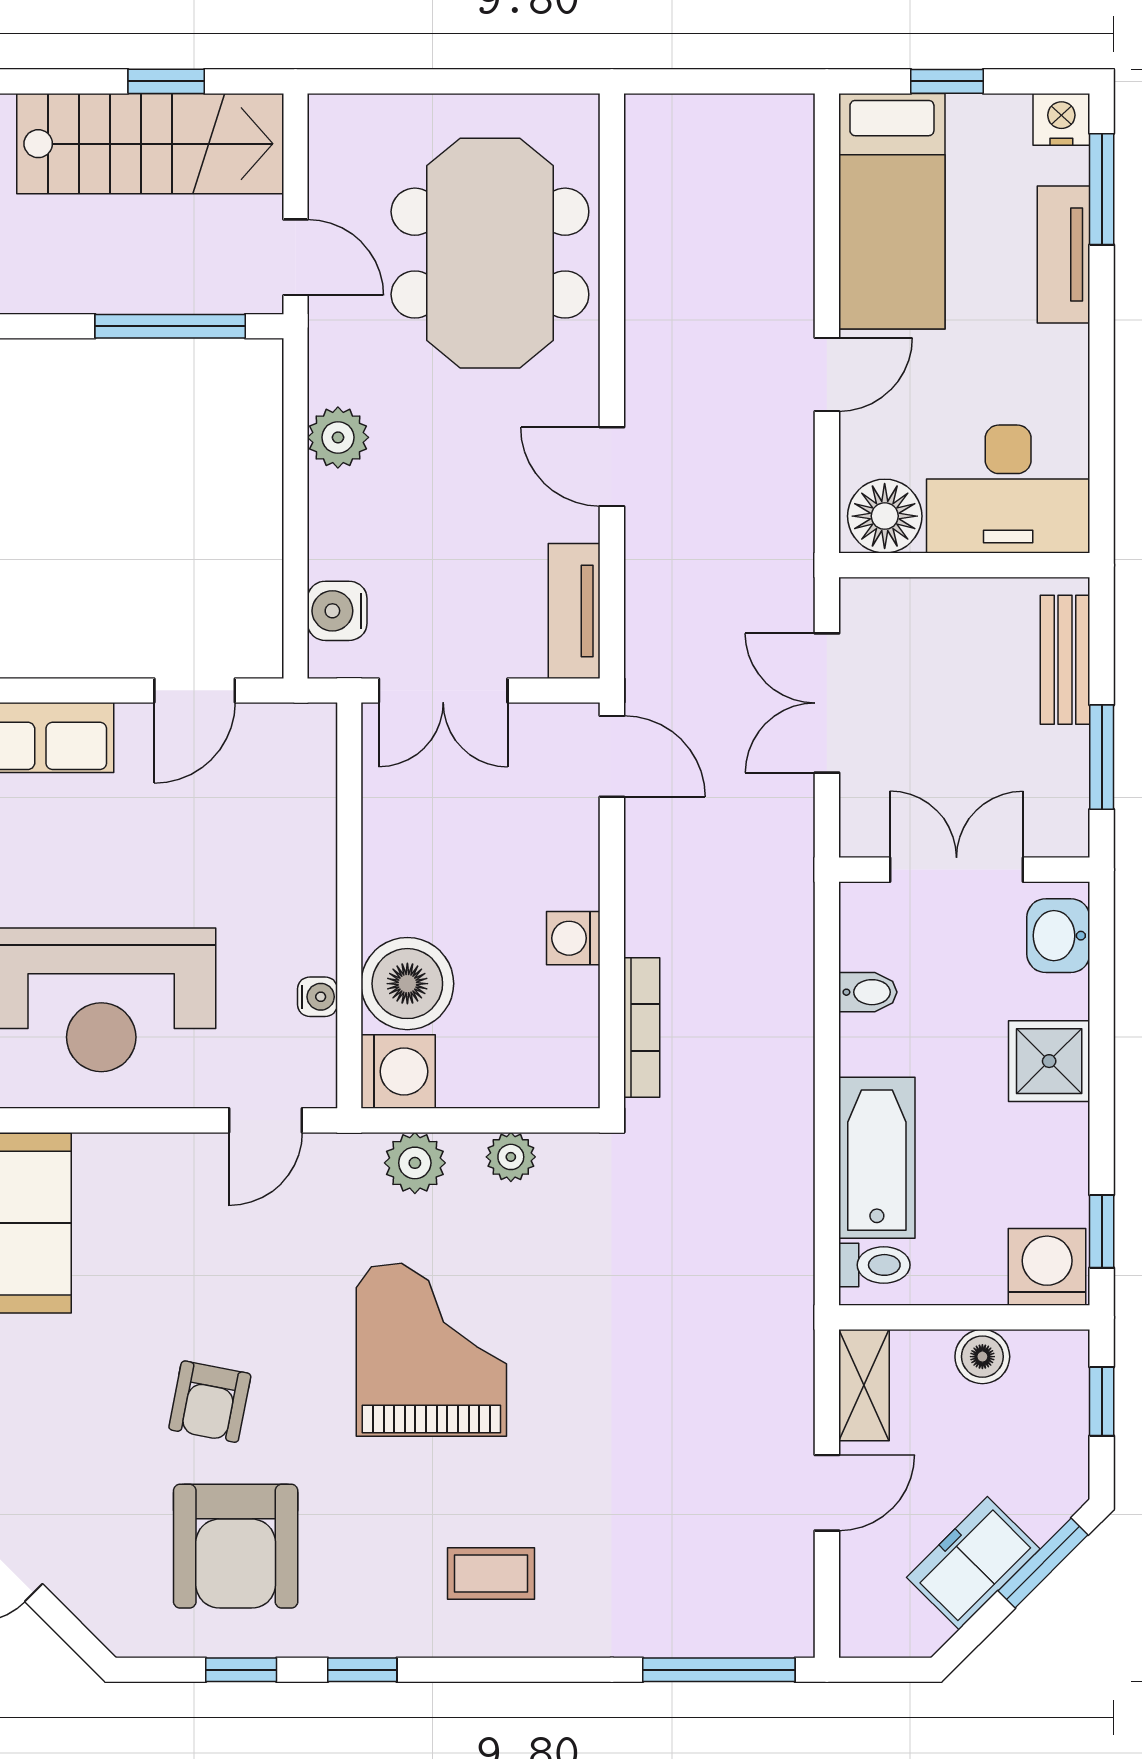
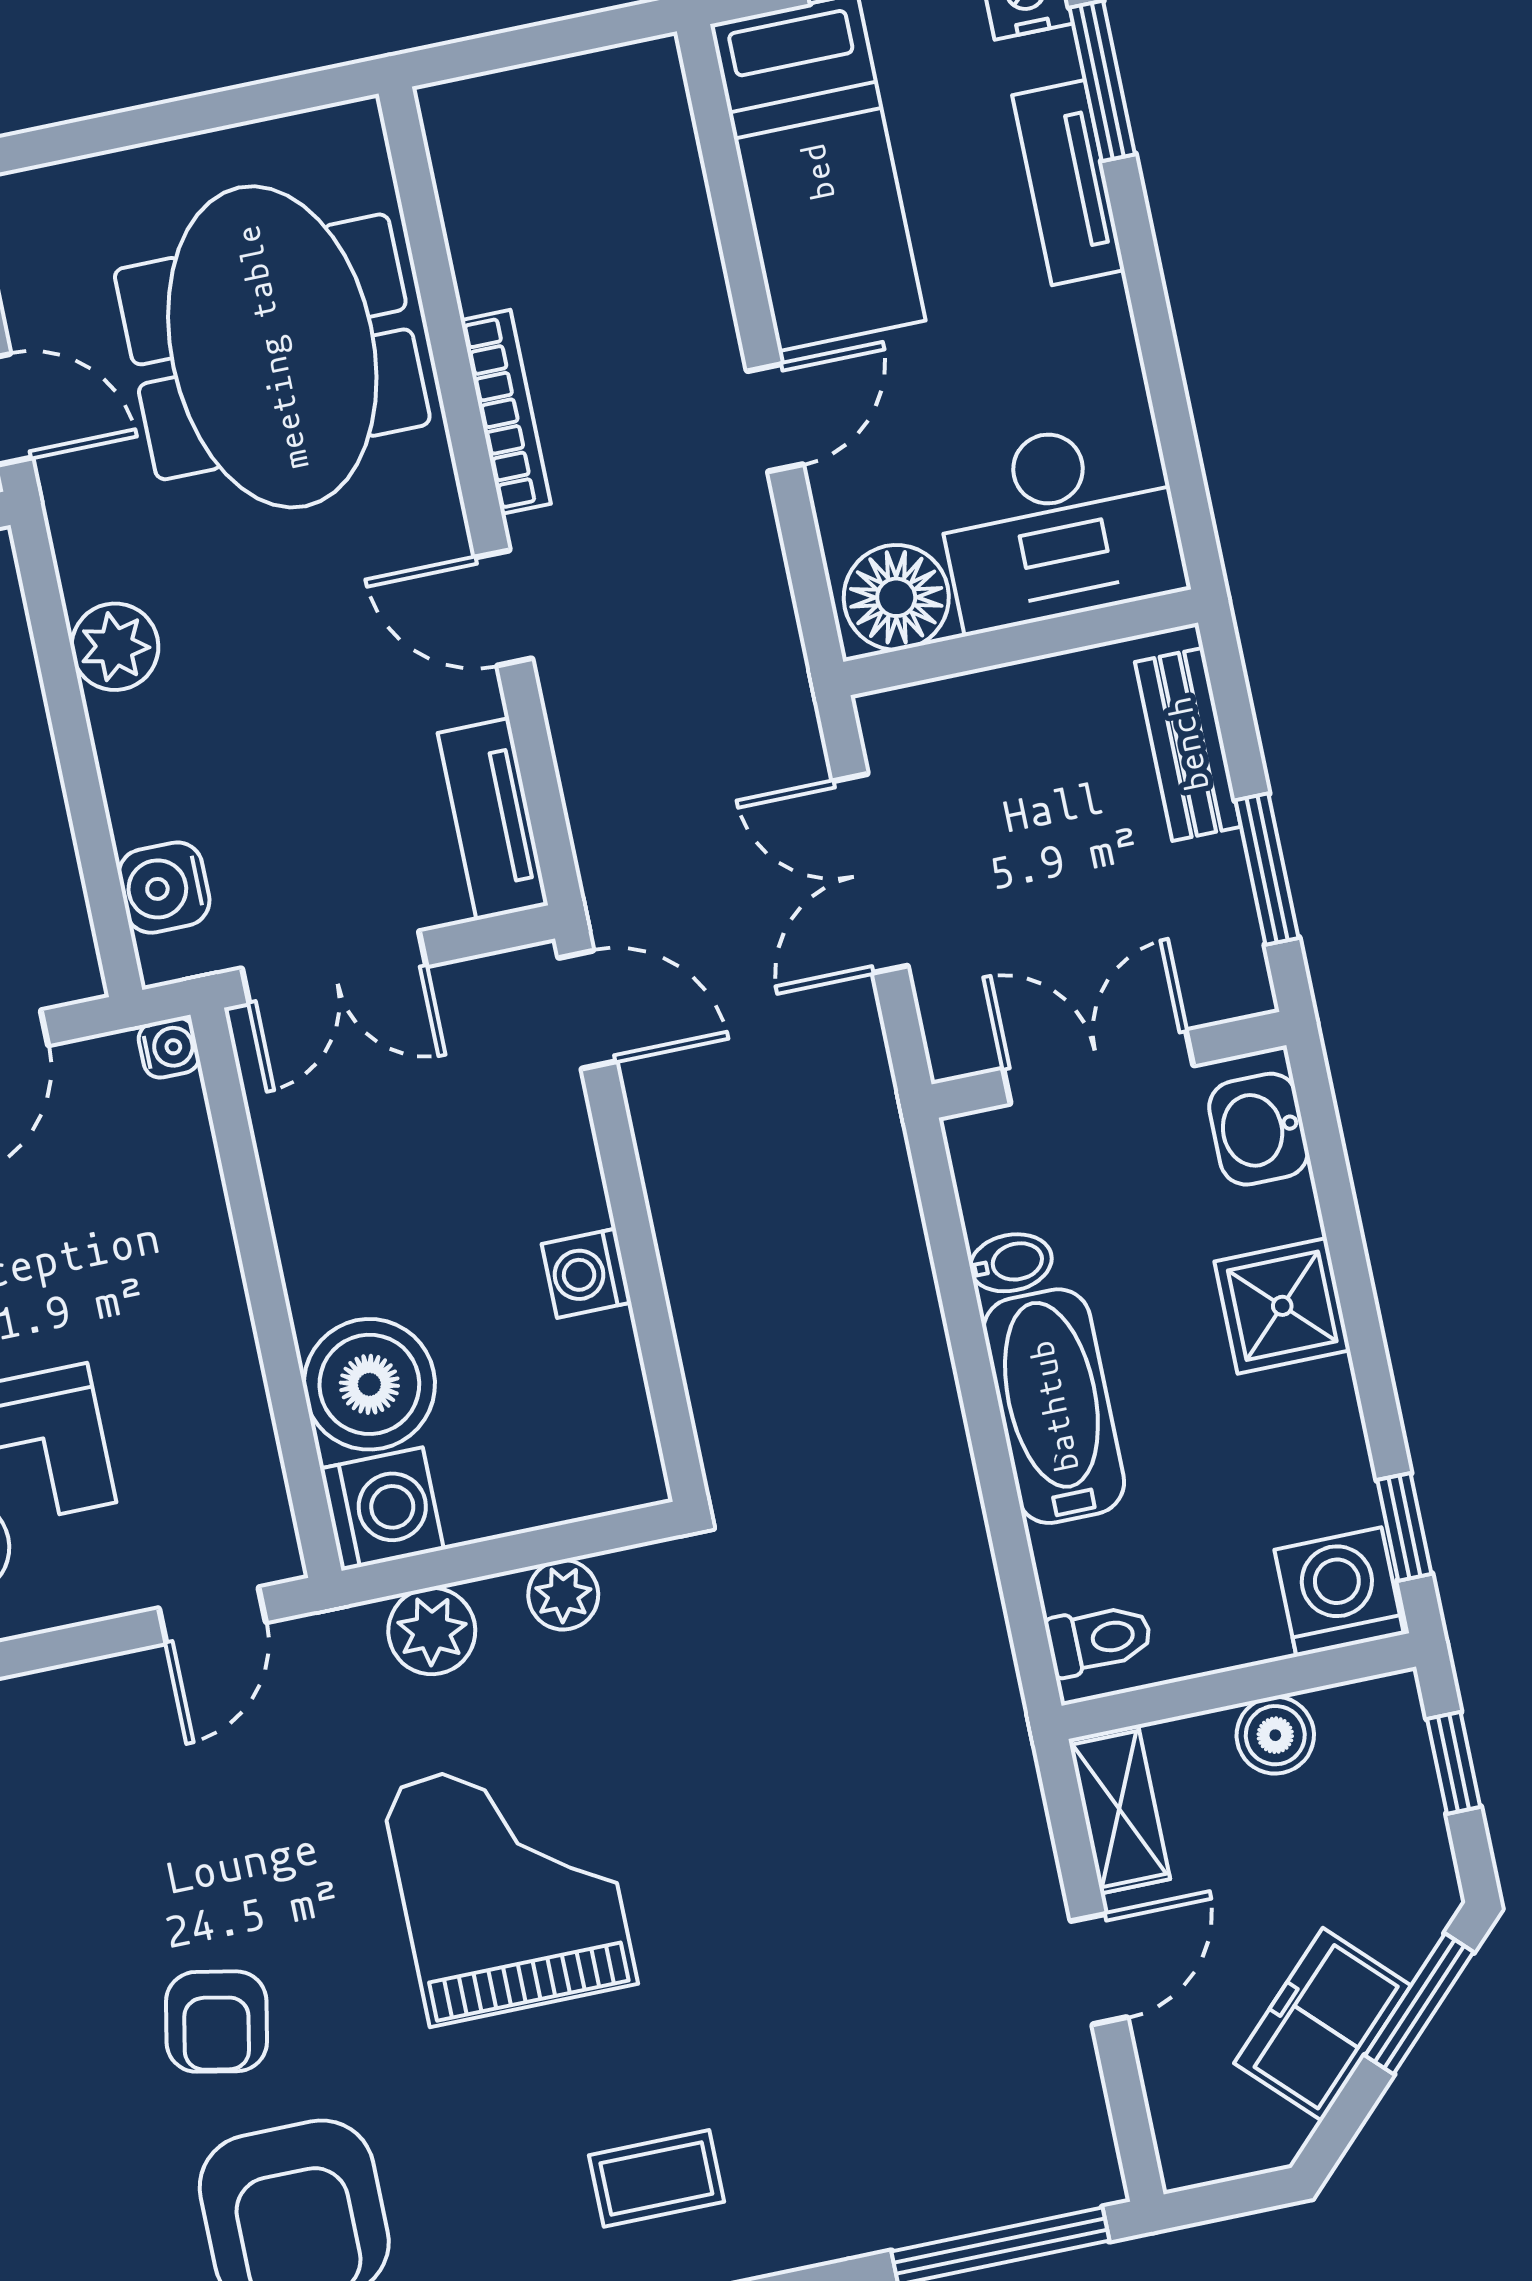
water cooler: (317, 997) -> (169, 1048), moved
bookcase: (642, 1027) -> (506, 412), moved
bathtub: (877, 1158) -> (1054, 1406), moved

